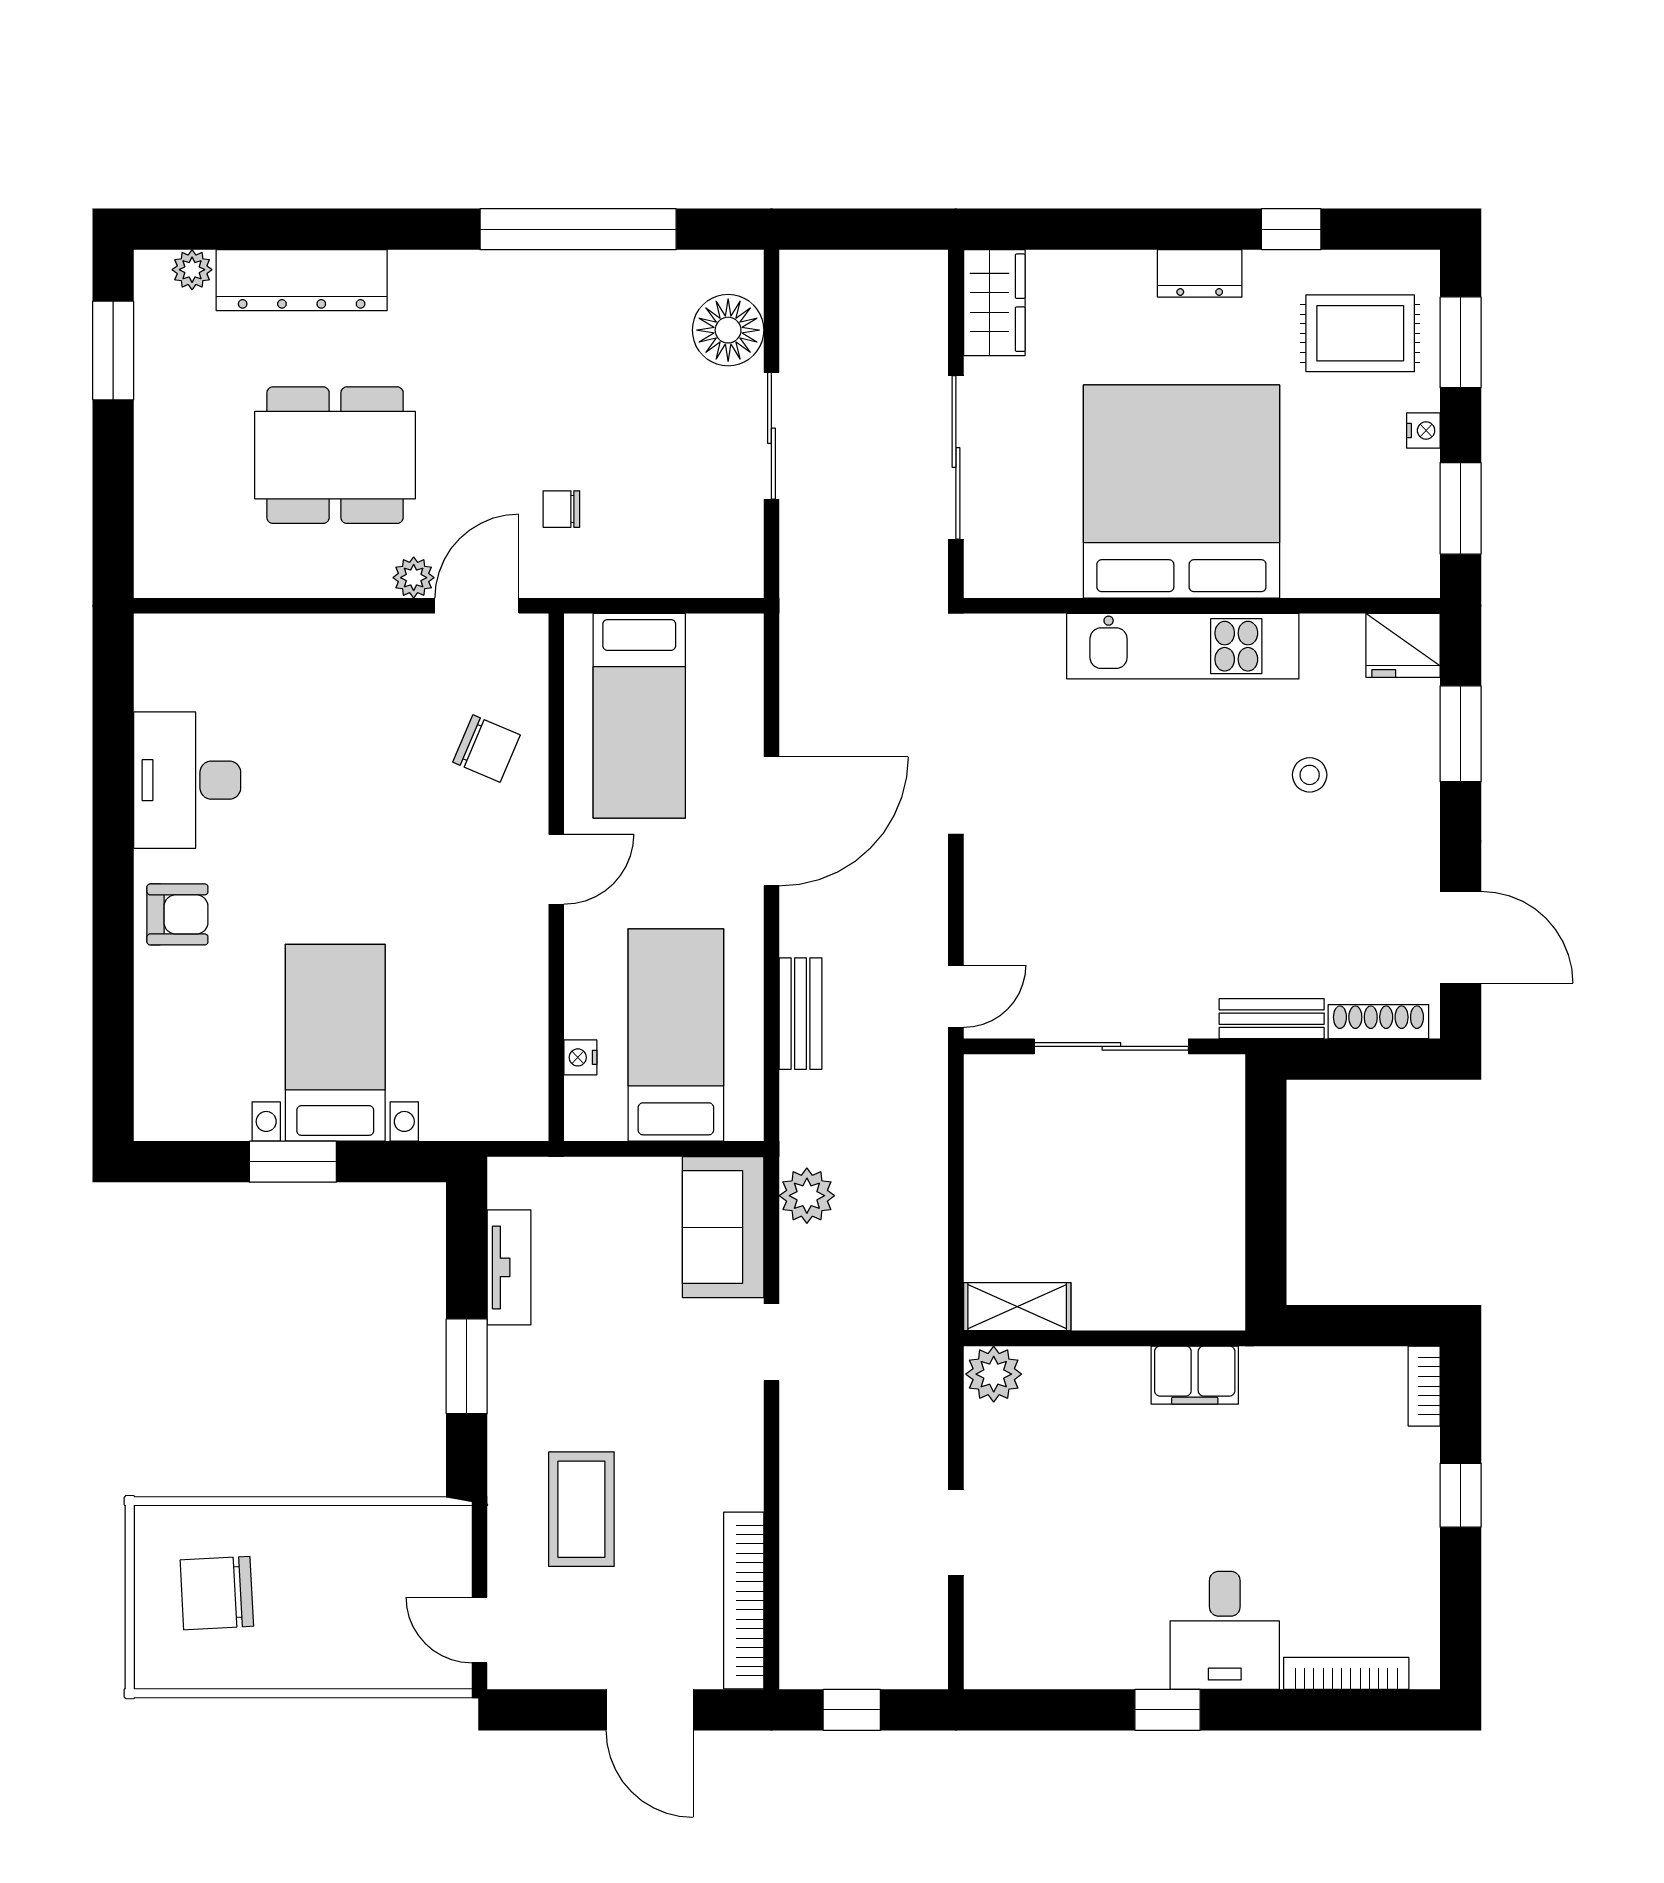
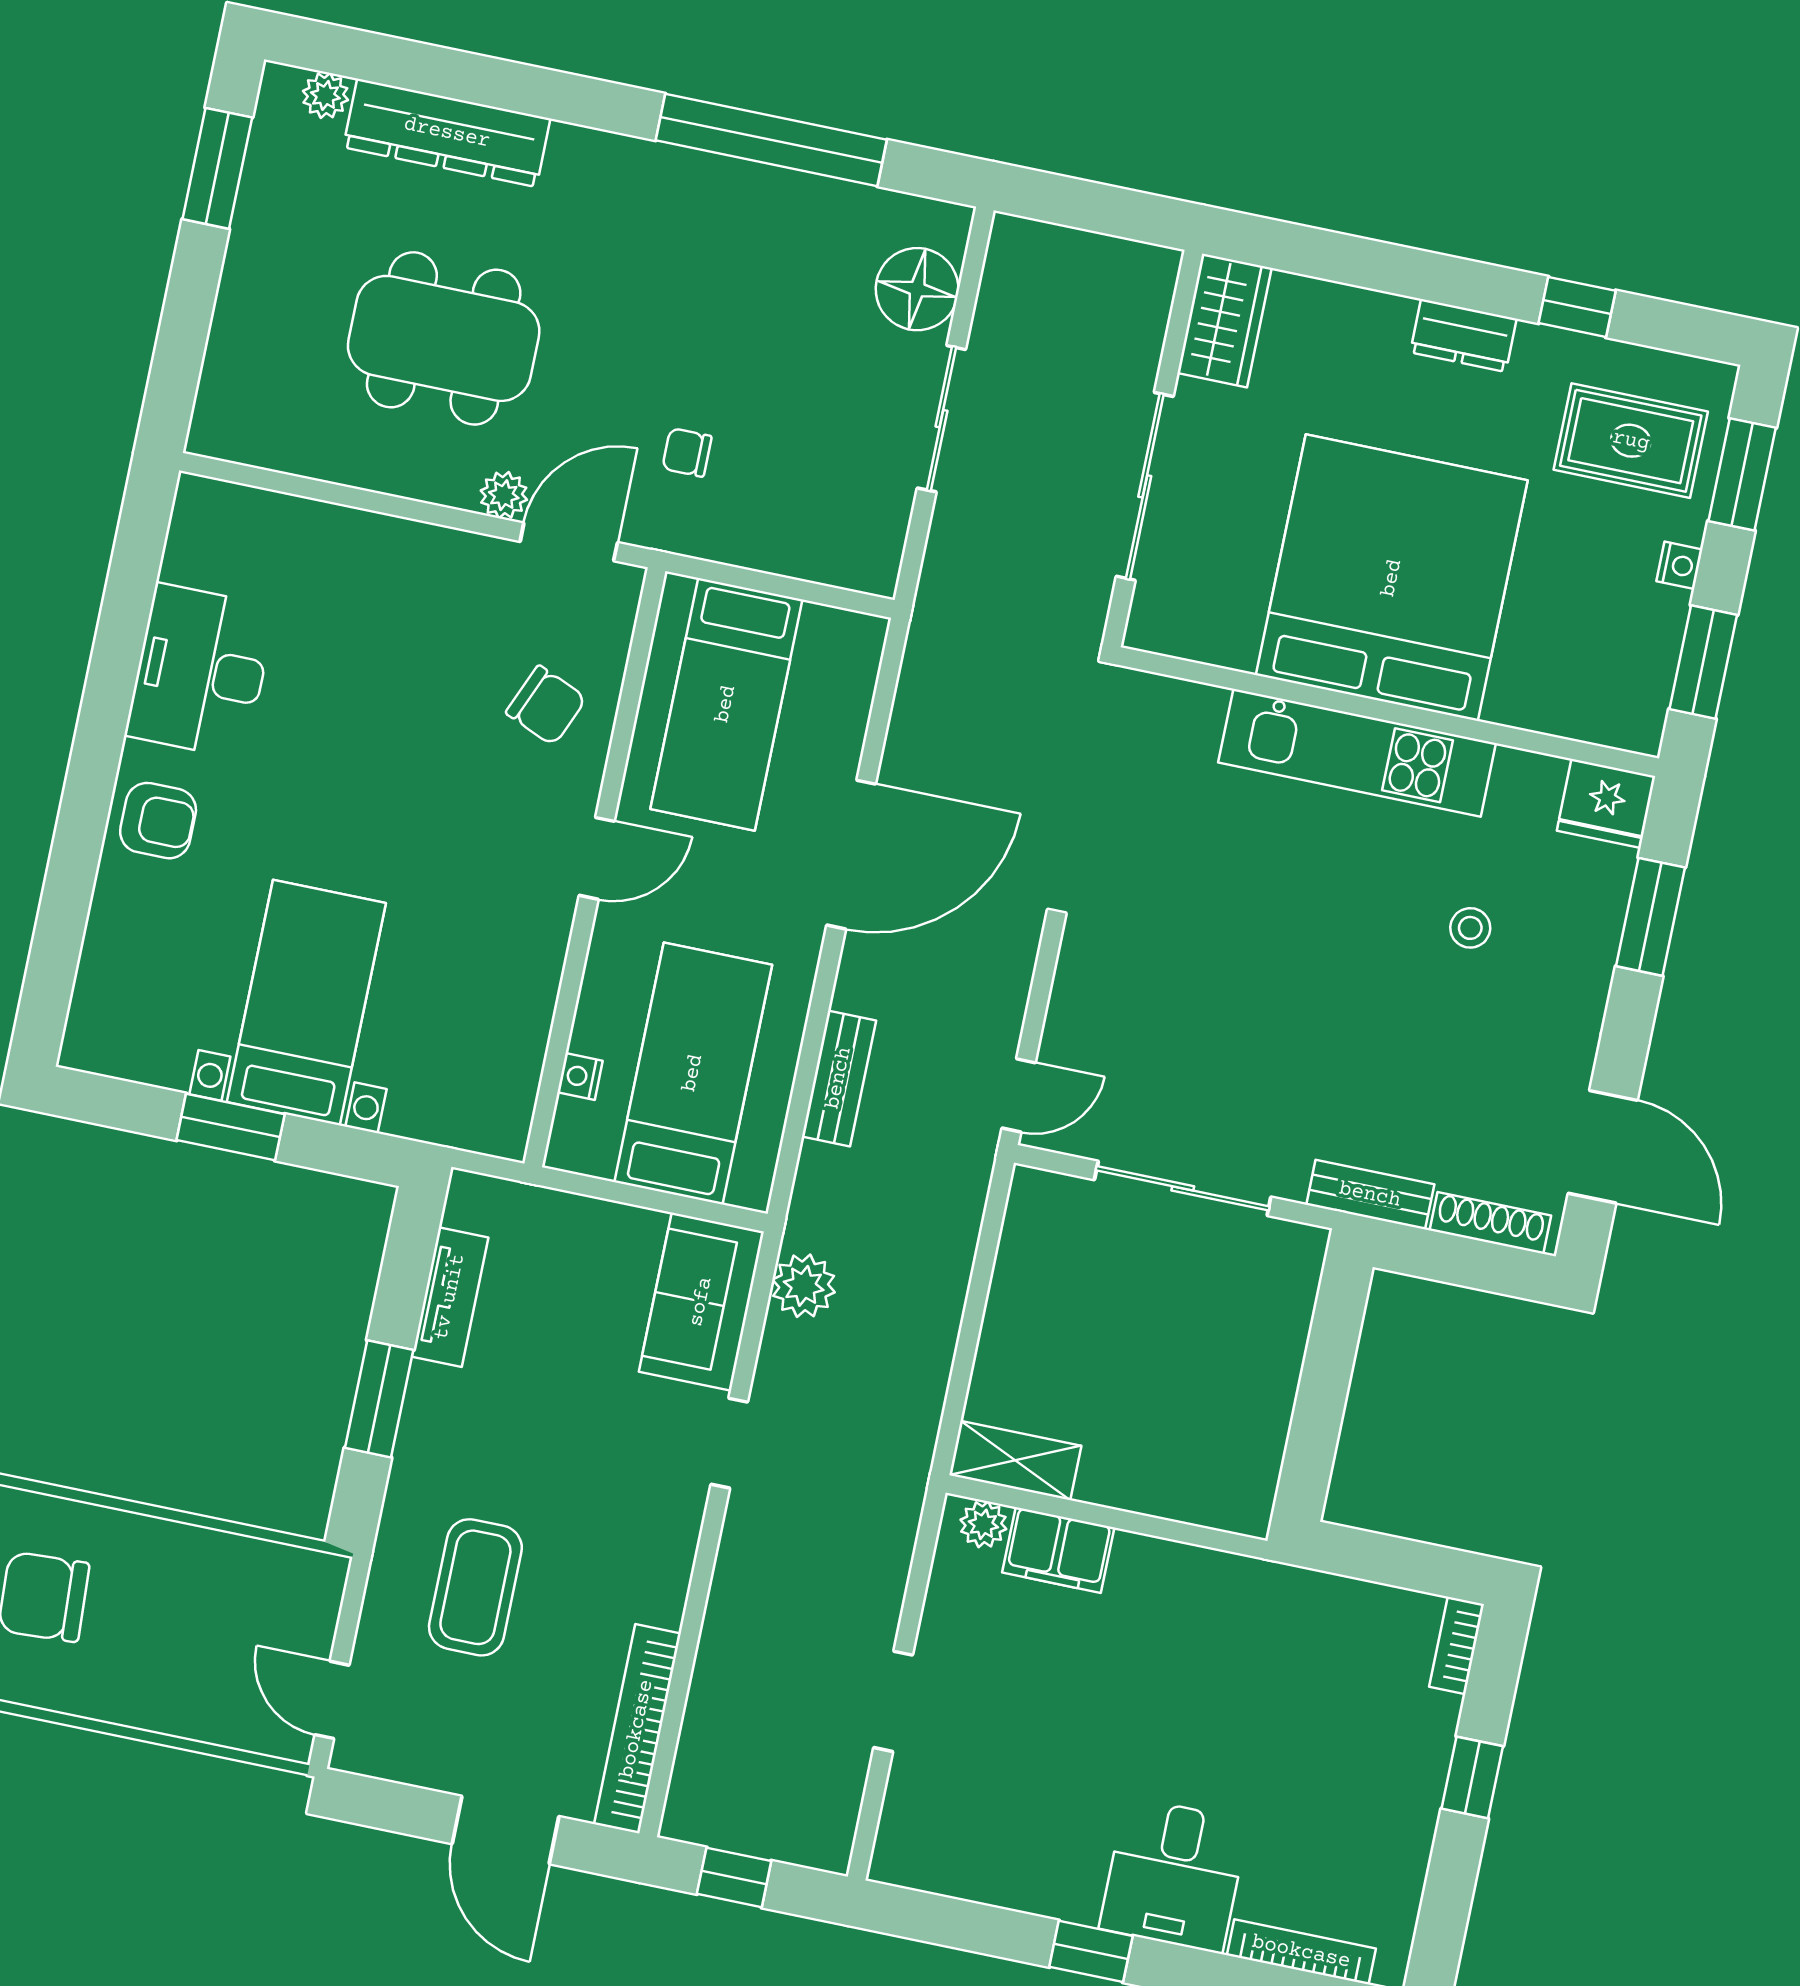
plant: (994, 1374) -> (983, 1524), width x0.73, depth x0.73
filing cabinet: (1195, 1375) -> (1058, 1550), moved

